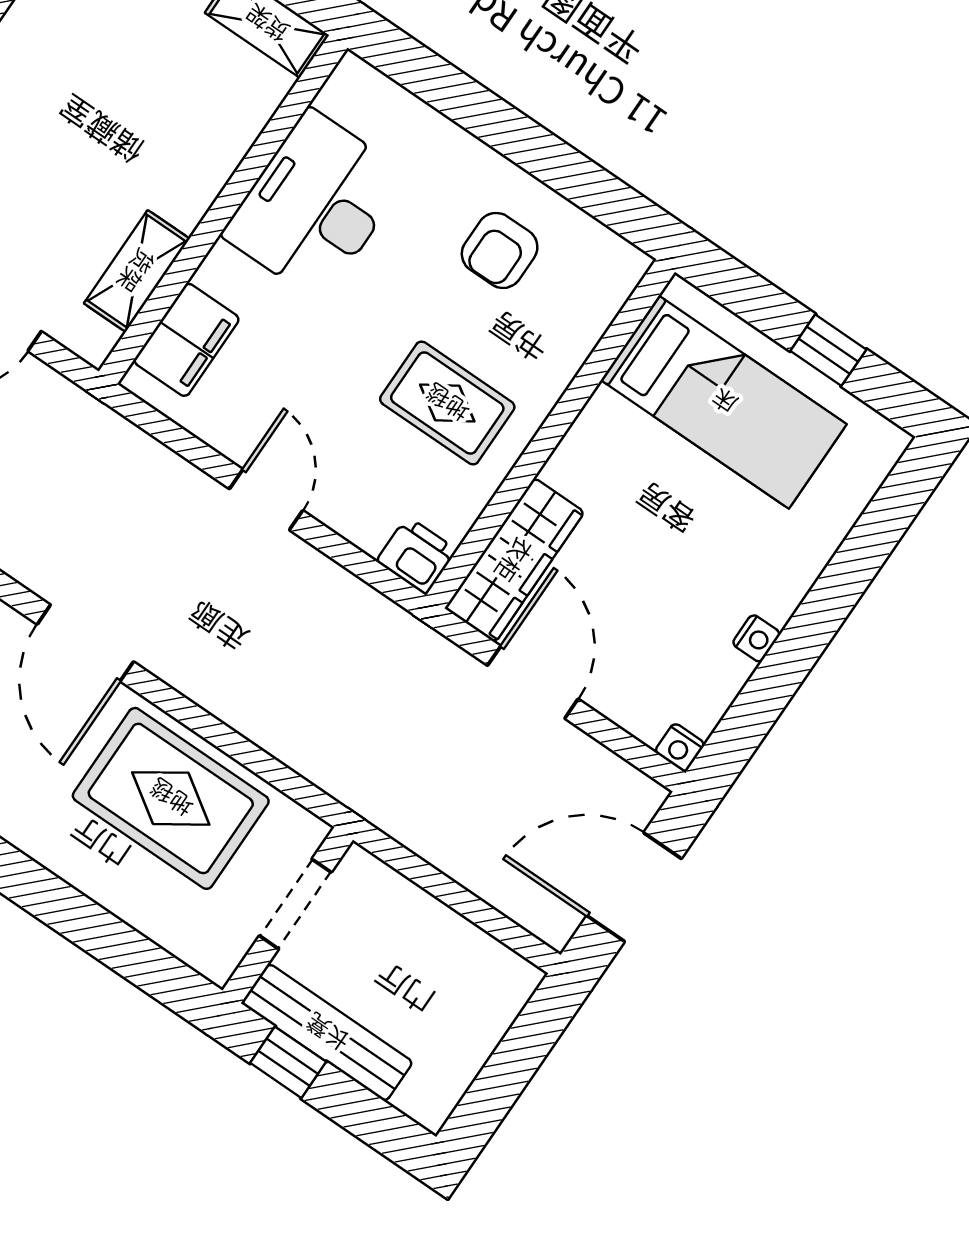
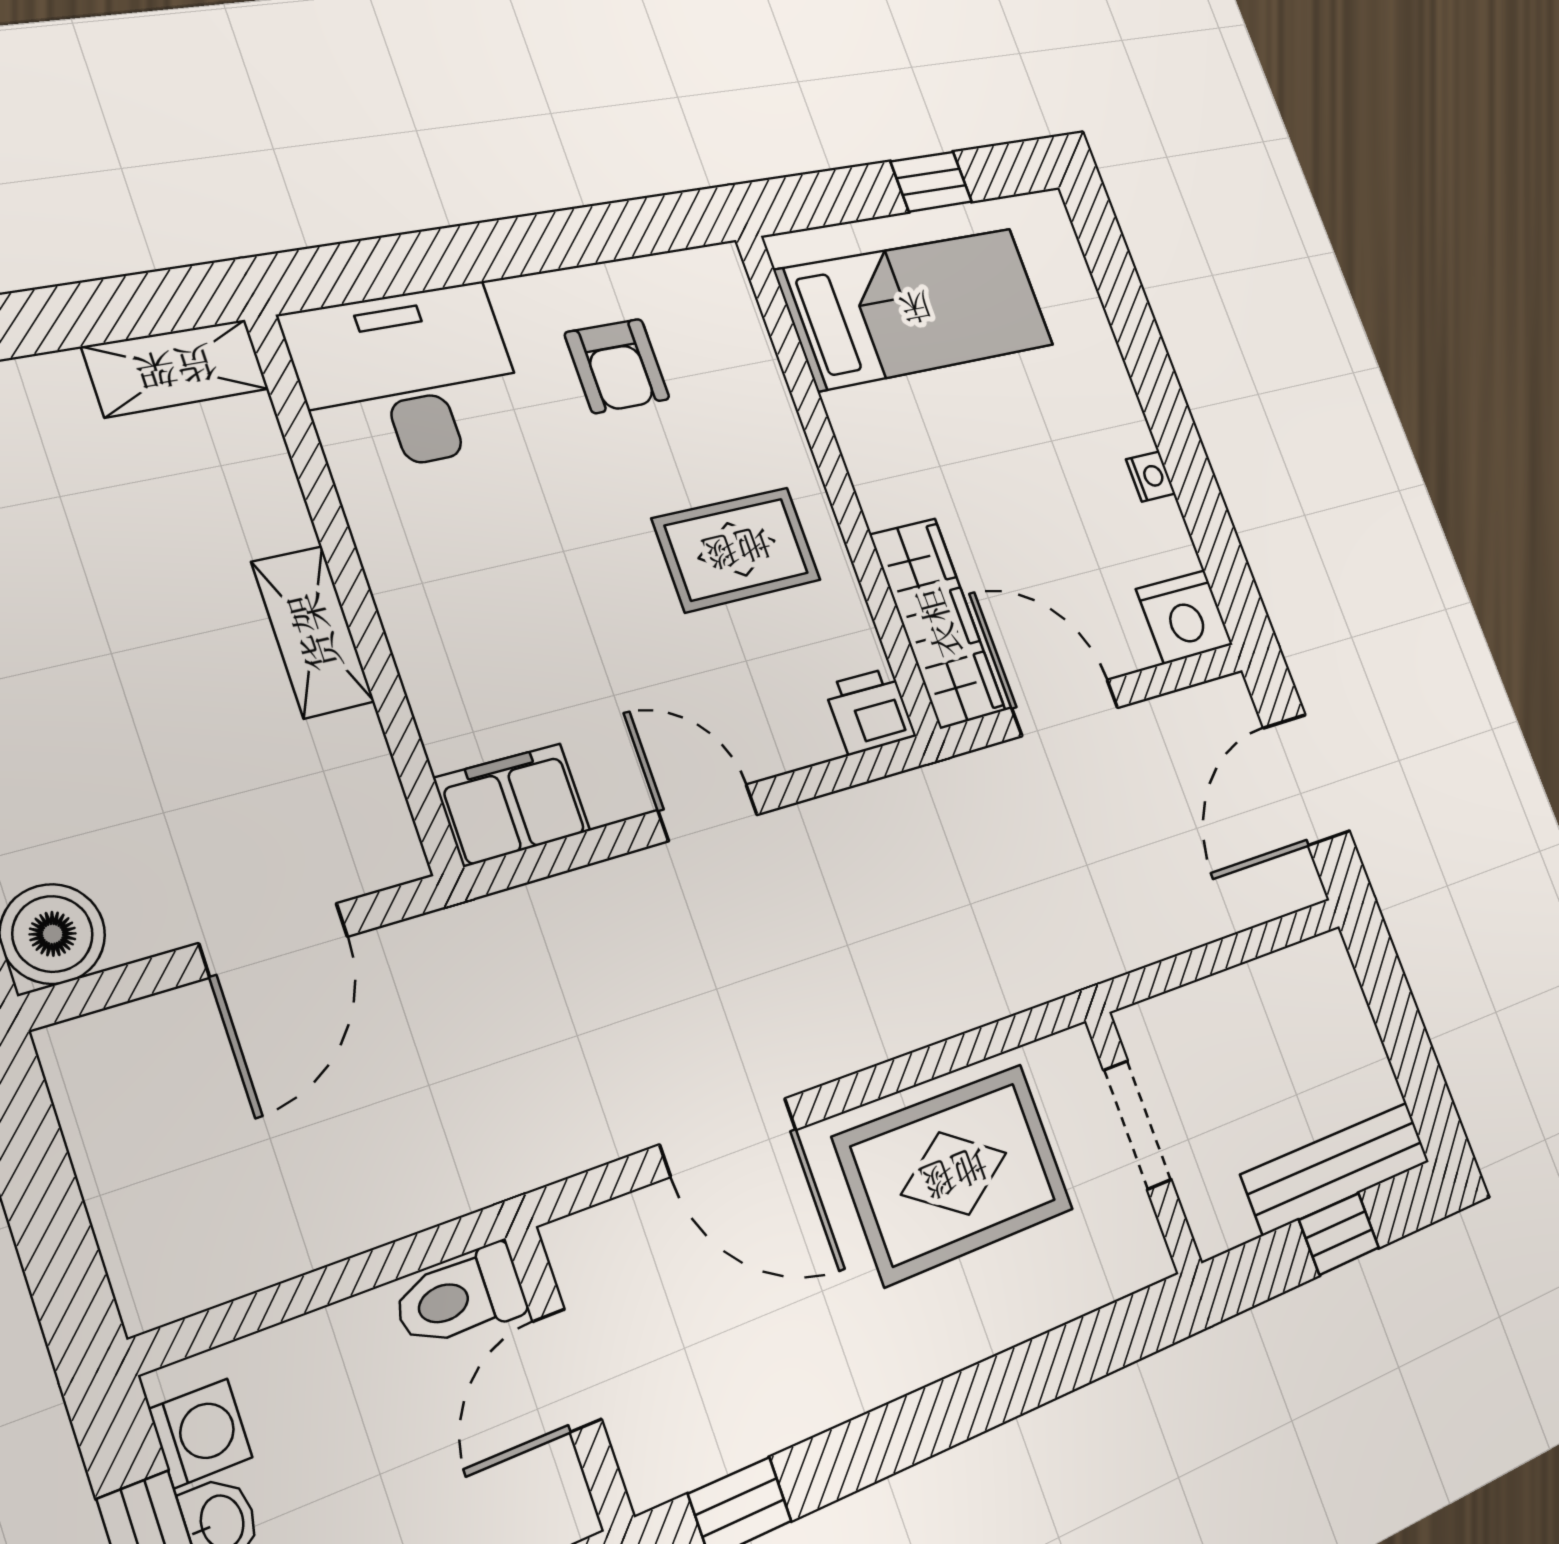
desk: (315, 205) -> (409, 378), moved, turned 90
shelving: (137, 271) -> (313, 632), moved
filing cabinet: (186, 340) -> (512, 805), moved, turned -90
nightstand: (680, 748) -> (1184, 617), width x1.89, depth x1.79
bench: (327, 1033) -> (1336, 1168), moved
window: (288, 1062) -> (1339, 1234), moved

